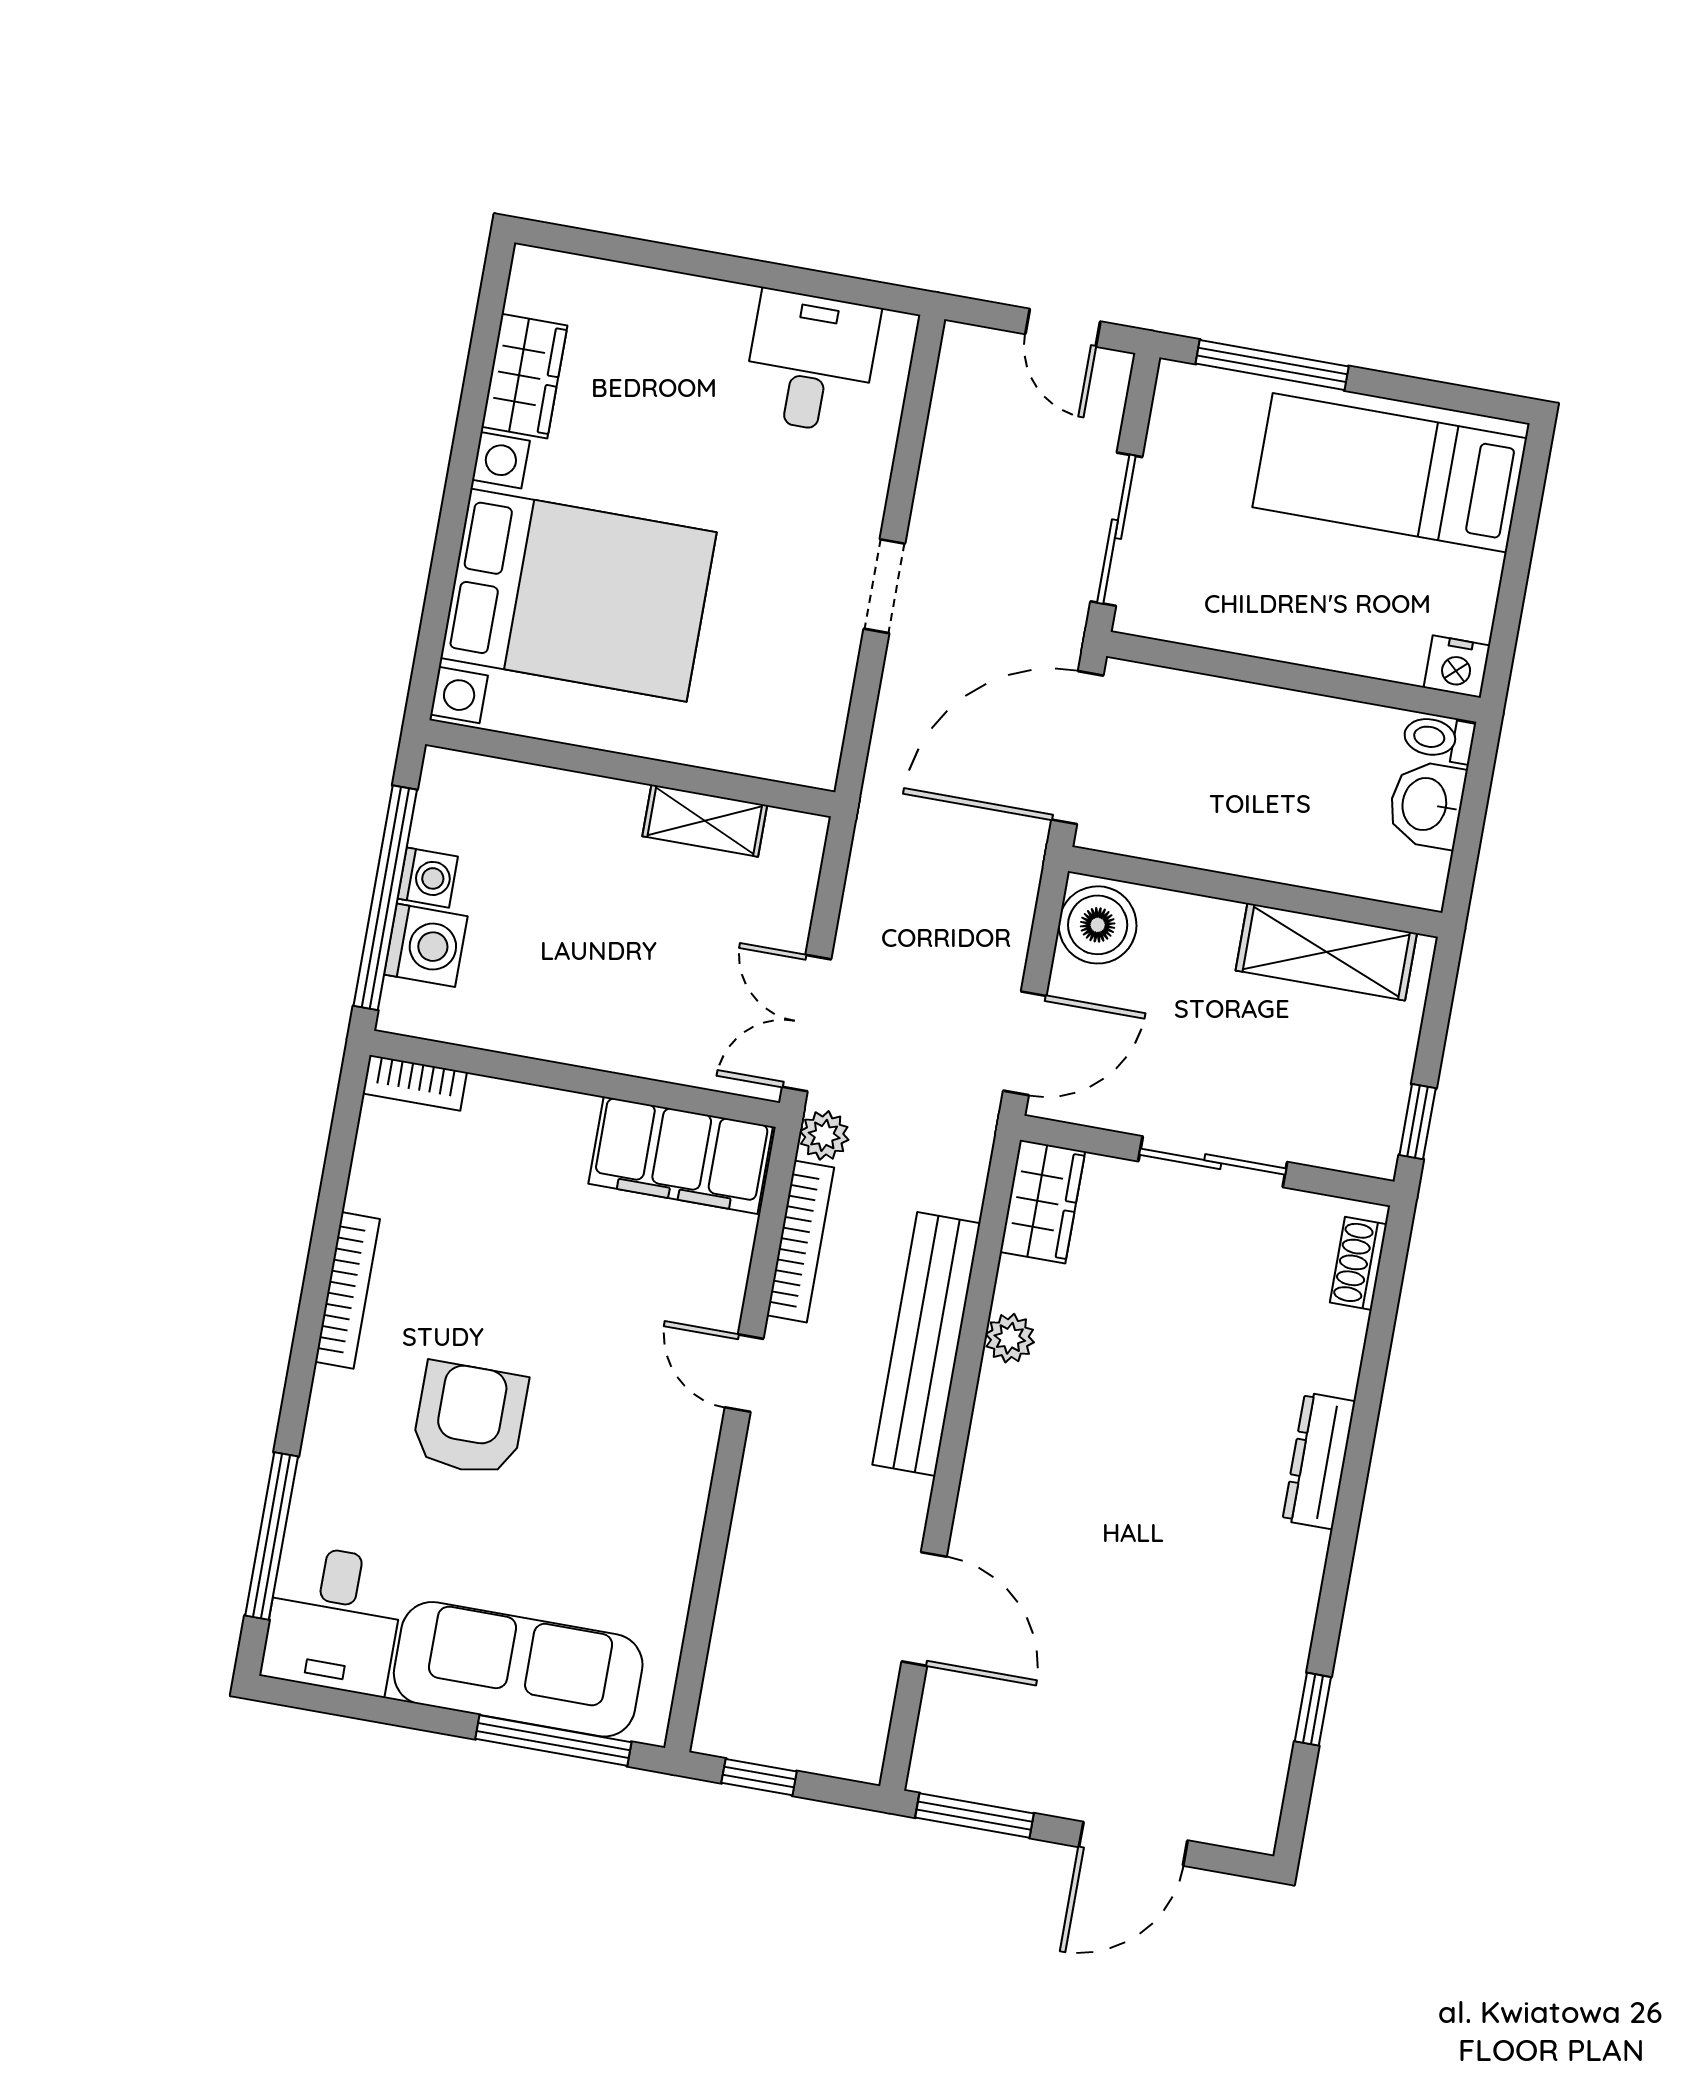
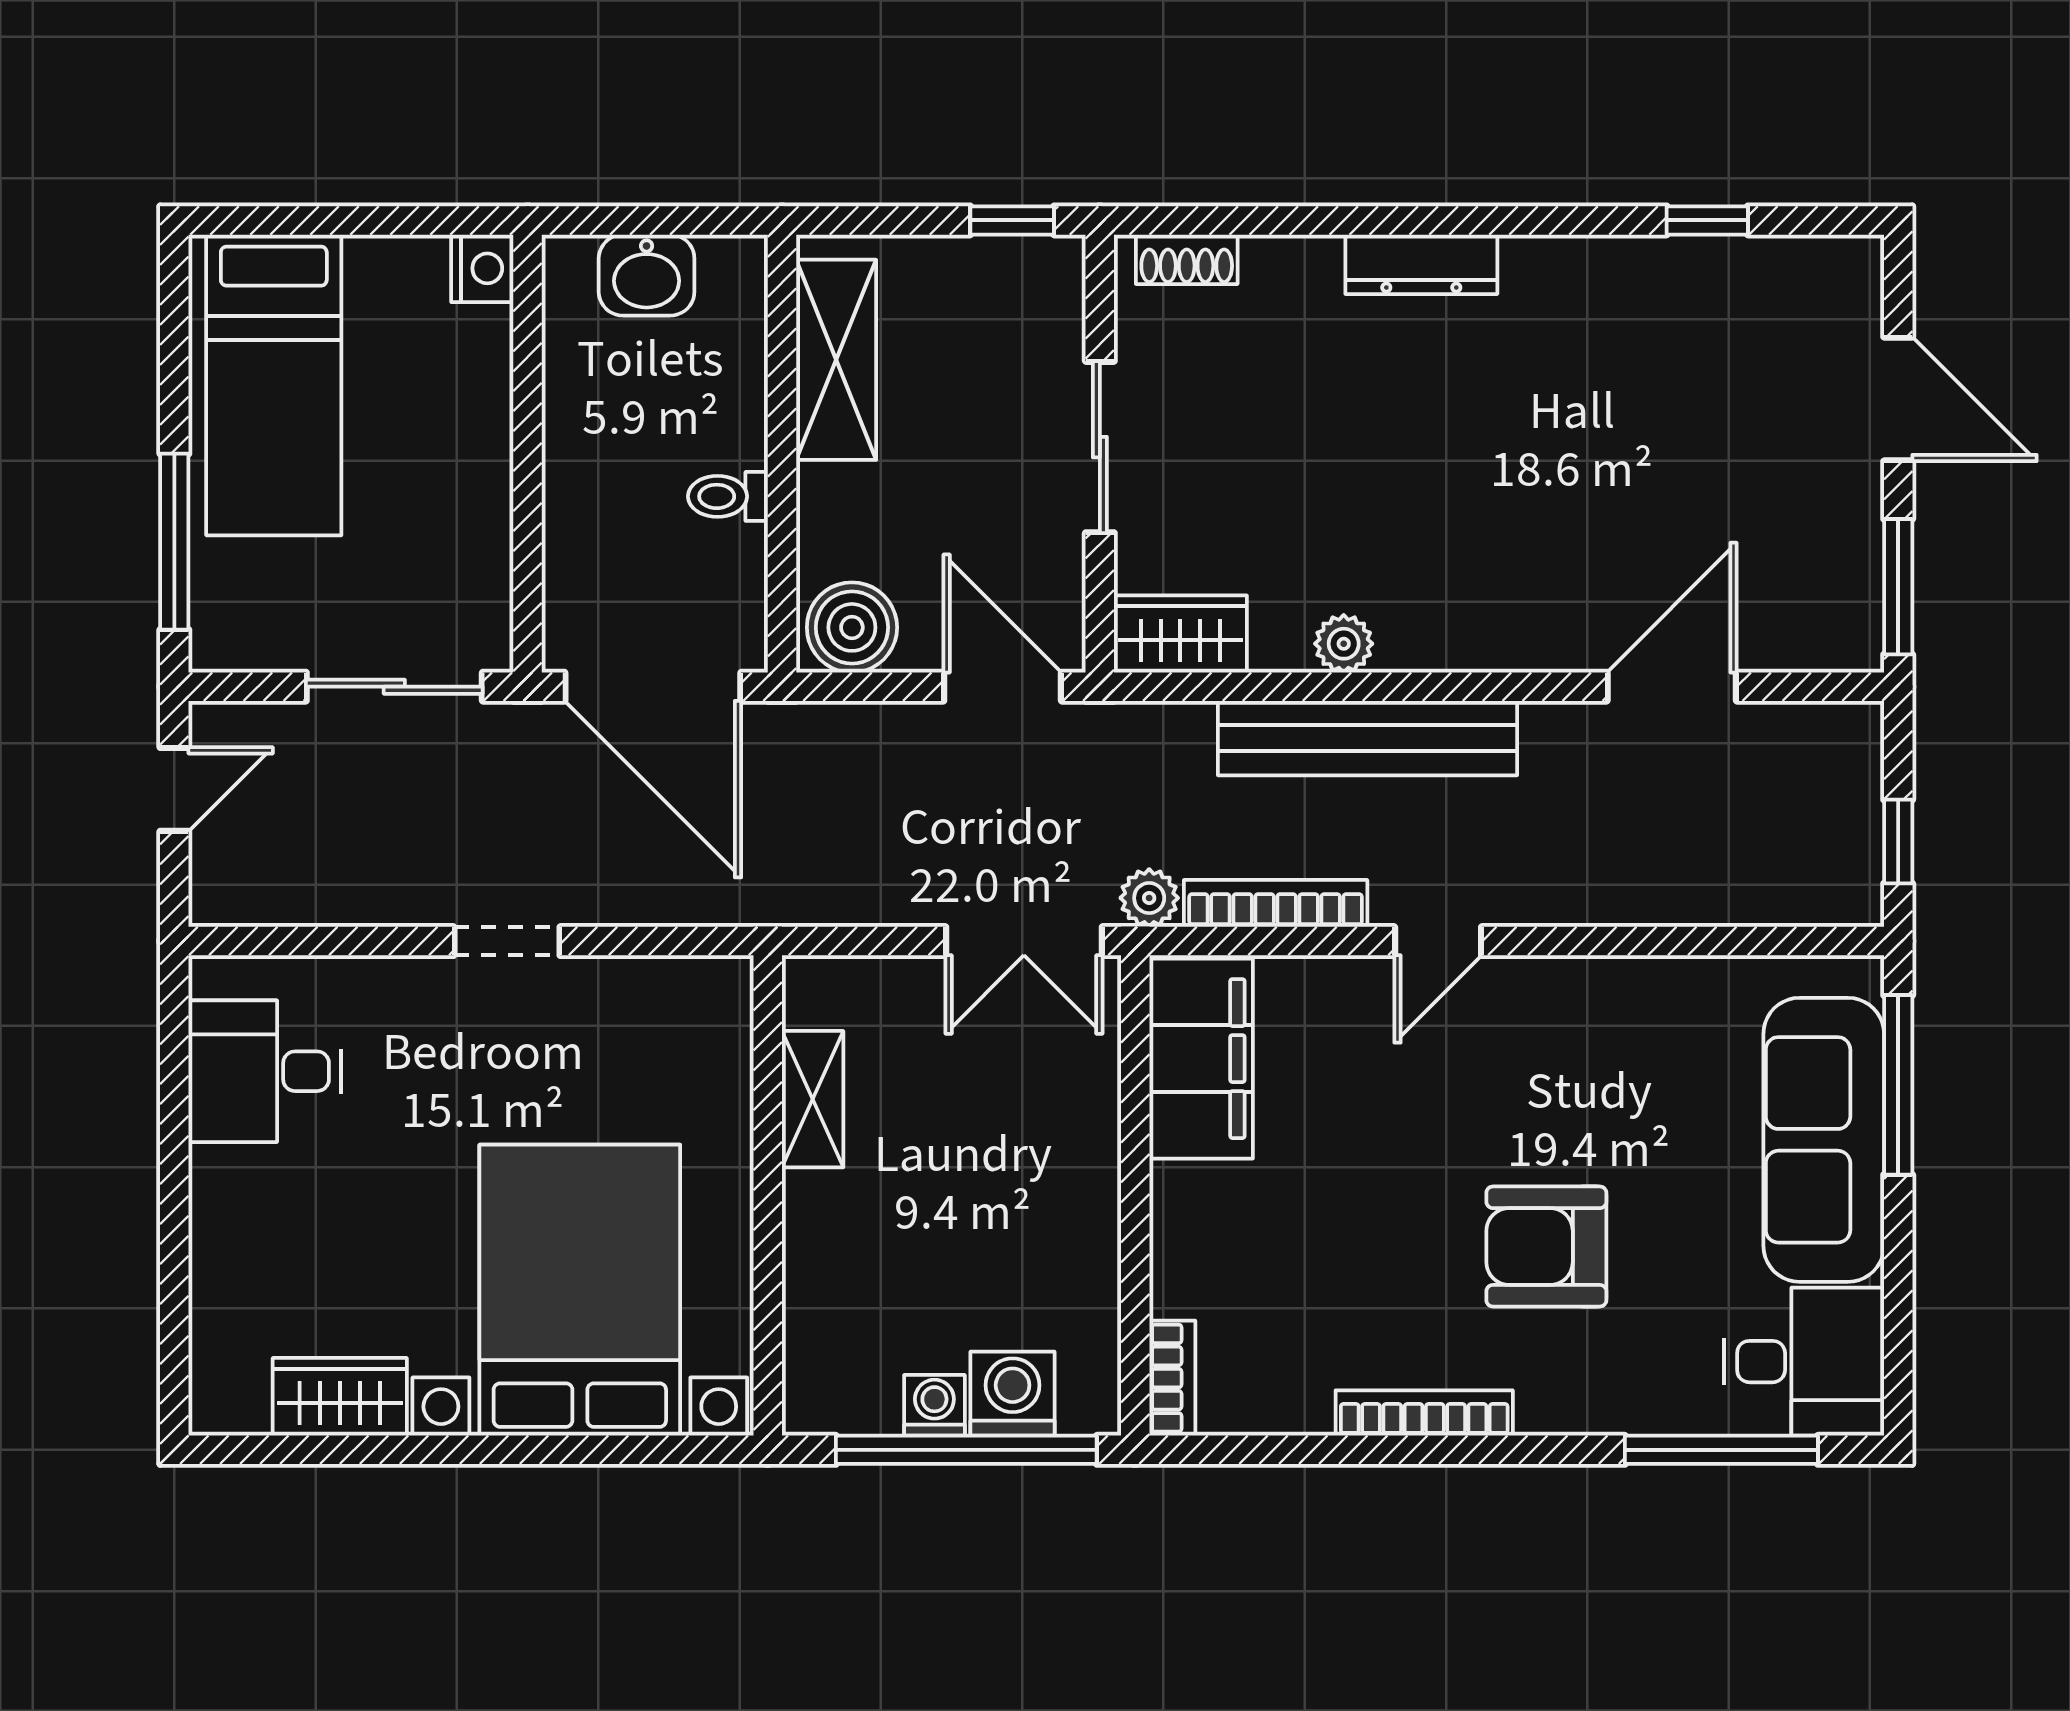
toilet: (1439, 738) -> (728, 496), moved, turned 90

